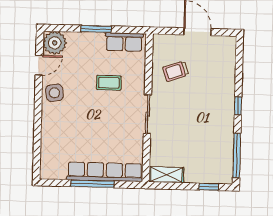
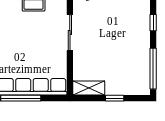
window: (209, 187) -> (115, 98), moved

